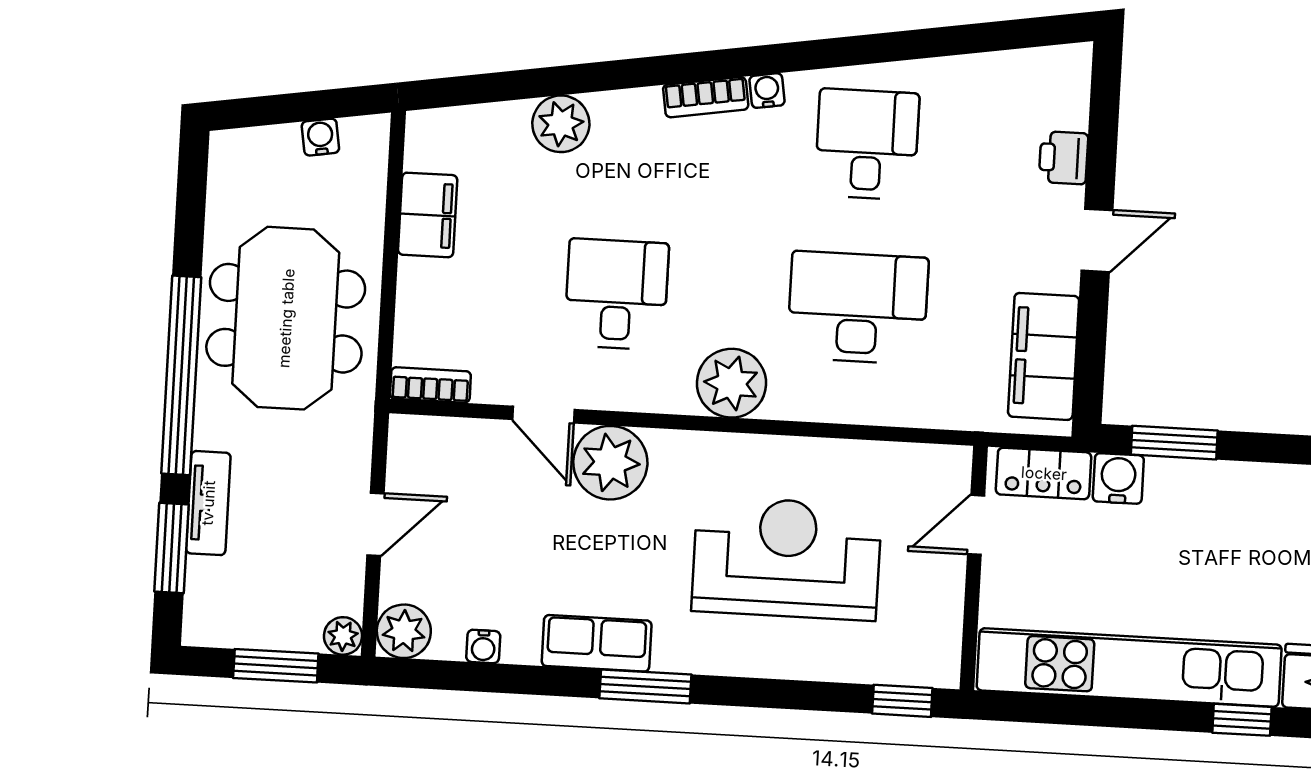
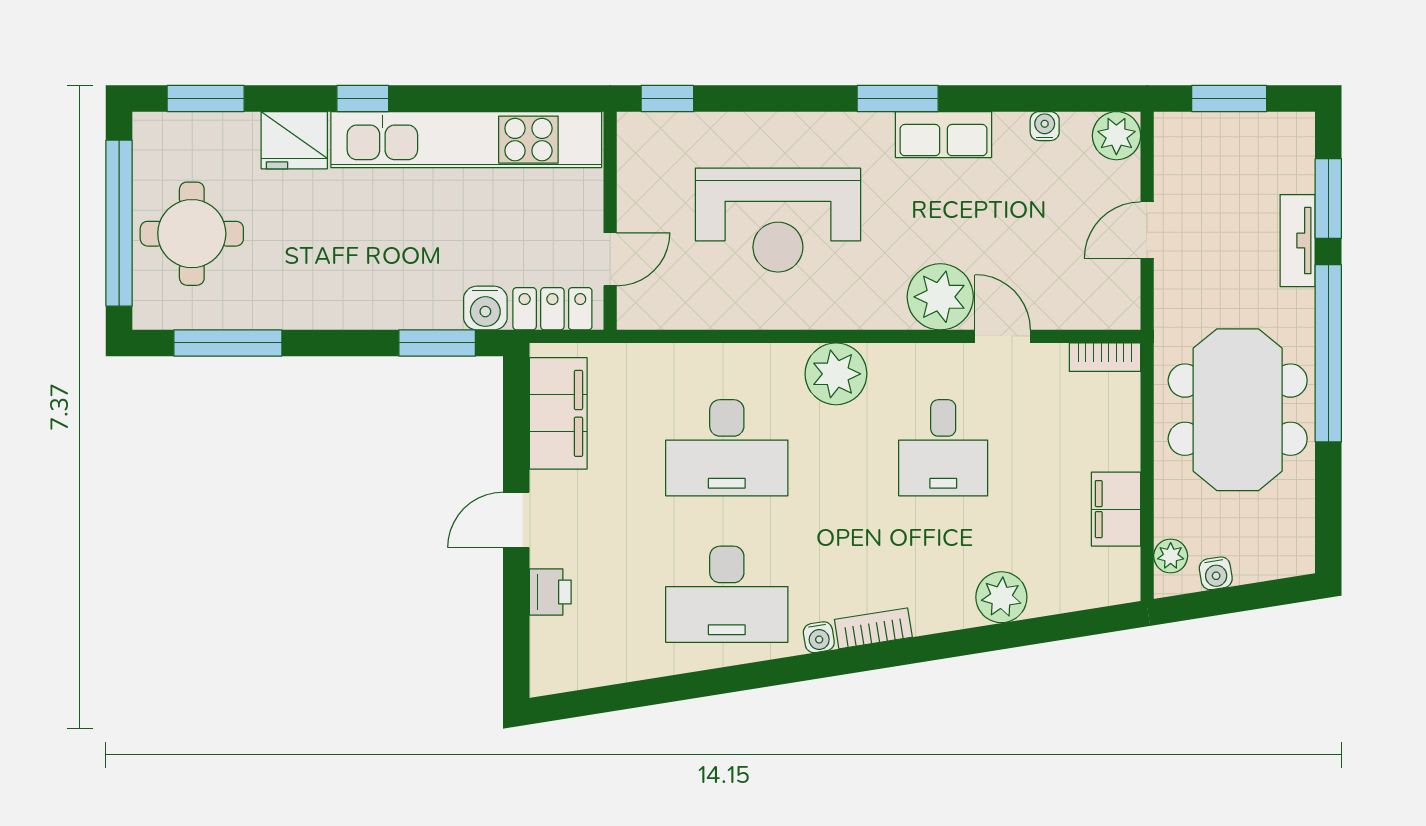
desk: (867, 144) -> (727, 594), width x1.37
plant: (343, 636) -> (1171, 556), moved

